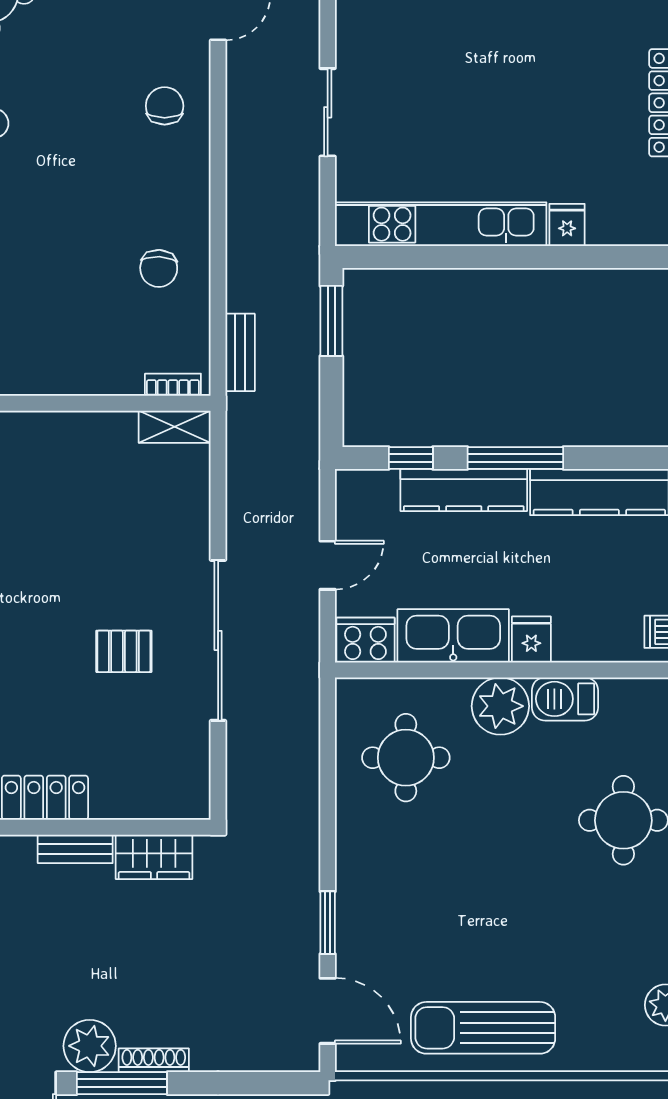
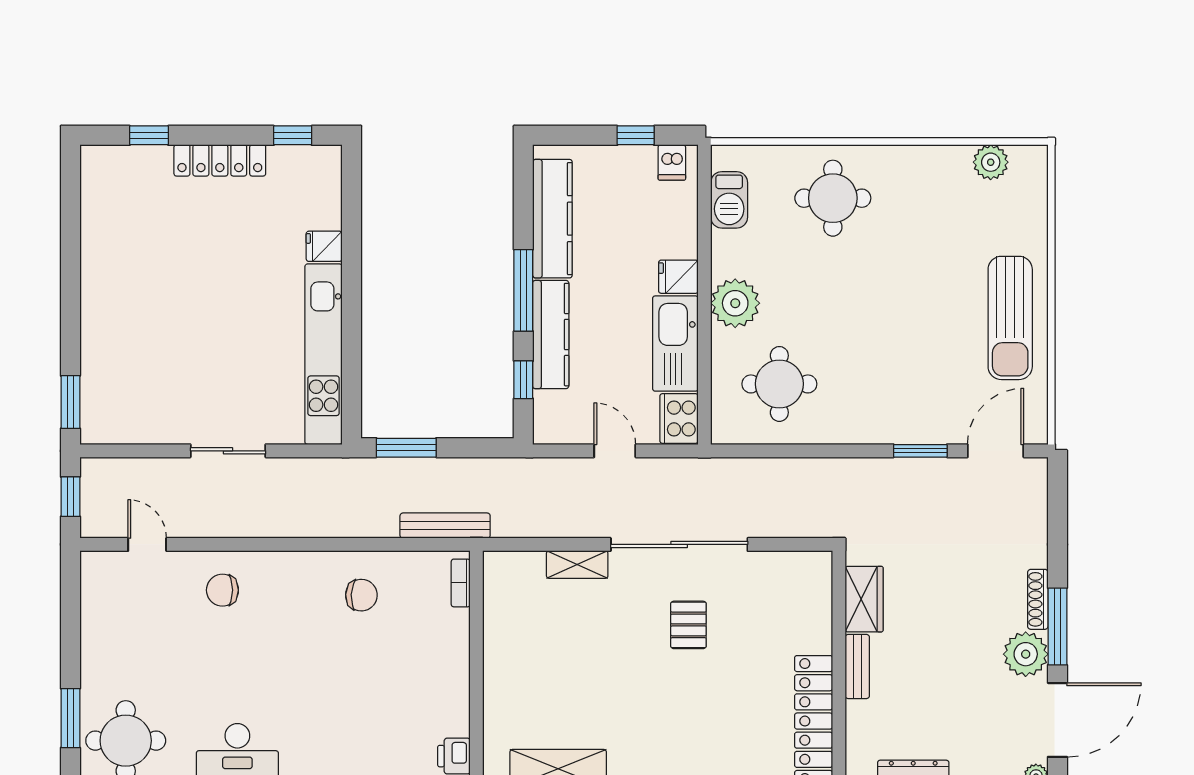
bench: (240, 352) -> (445, 526), width x1.36
shelving: (175, 427) -> (577, 565), moved, turned 90
barbecue: (565, 699) -> (729, 200), moved

